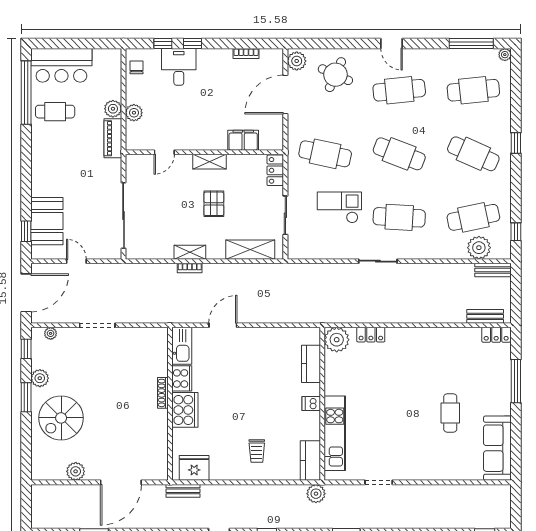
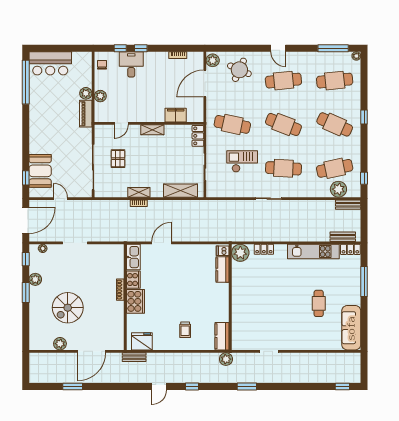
cafe table: (55, 112) -> (46, 95), removed
pallet: (214, 204) -> (118, 159), moved
dishwasher: (311, 403) -> (223, 251), moved
spiral stairs: (61, 418) -> (68, 308), moved
kitchen unit: (335, 433) -> (313, 251), moved, turned 90

